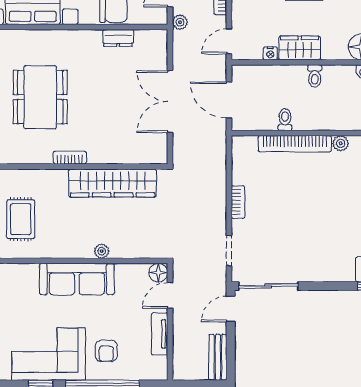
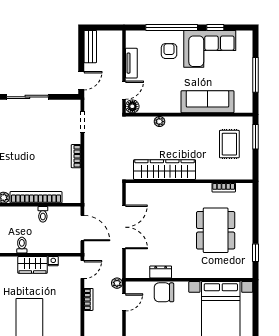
bookcase: (70, 158) -> (224, 188), moved
plant: (102, 251) -> (159, 122), moved
sofa: (77, 279) -> (207, 102), moved
sliding door: (268, 286) -> (27, 97), moved

